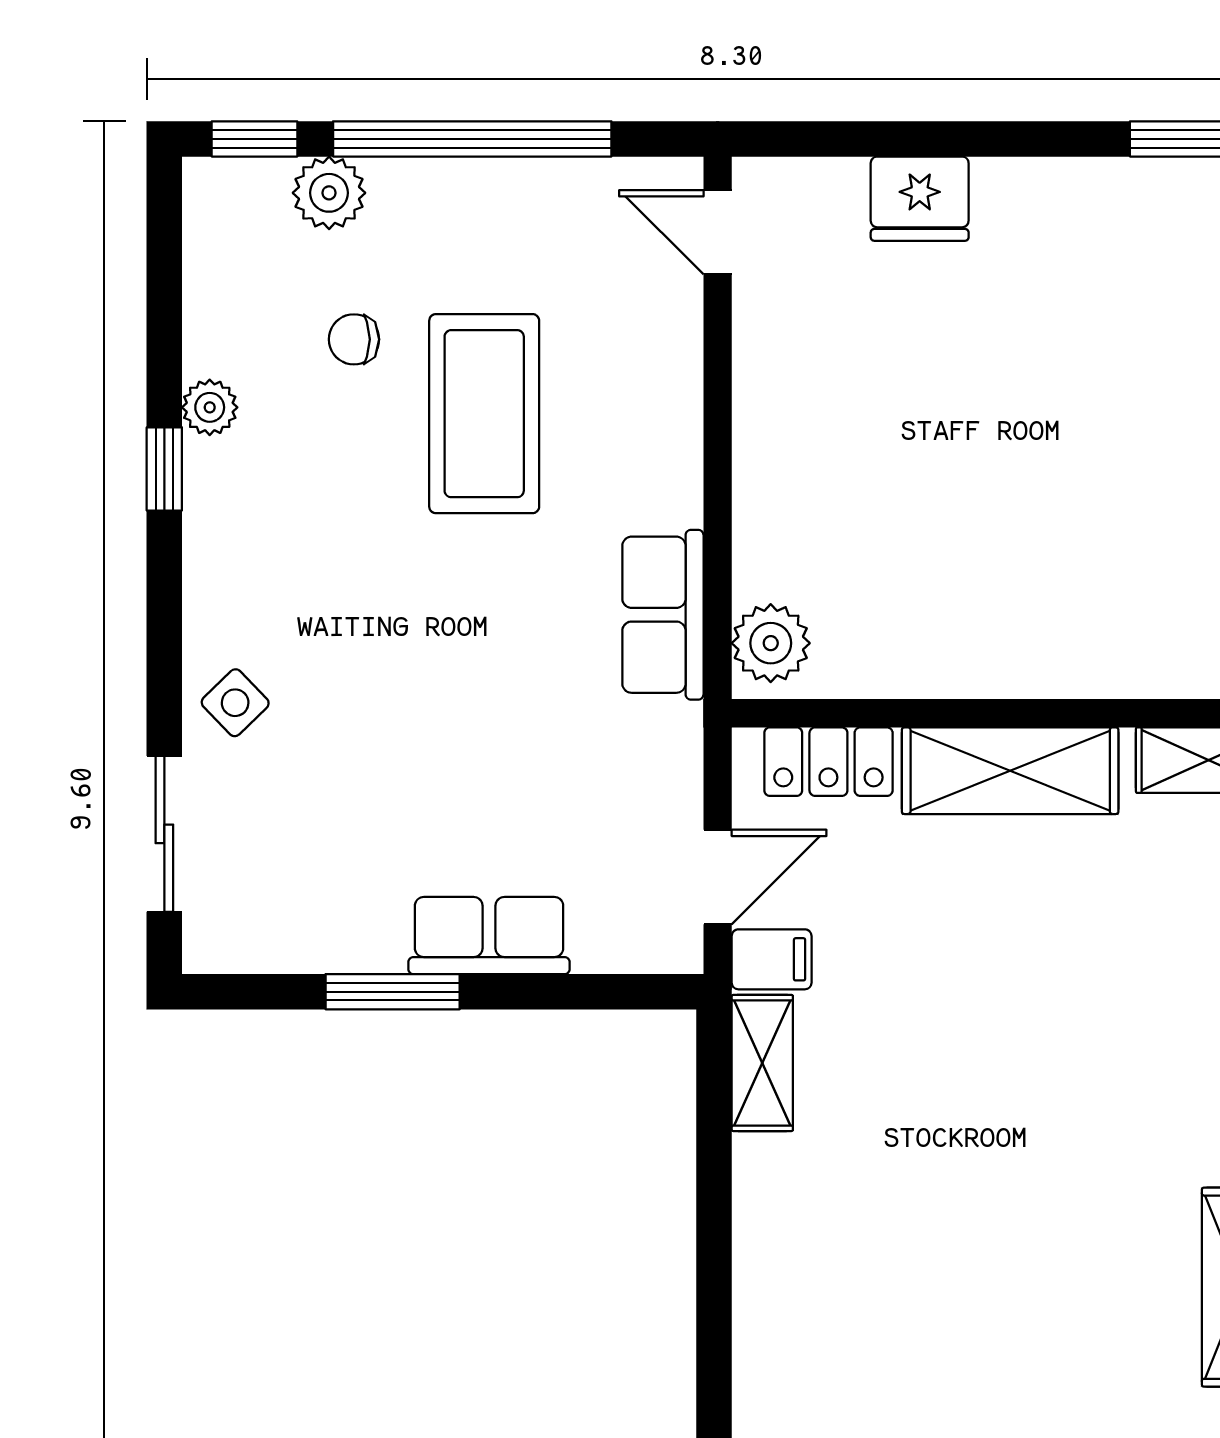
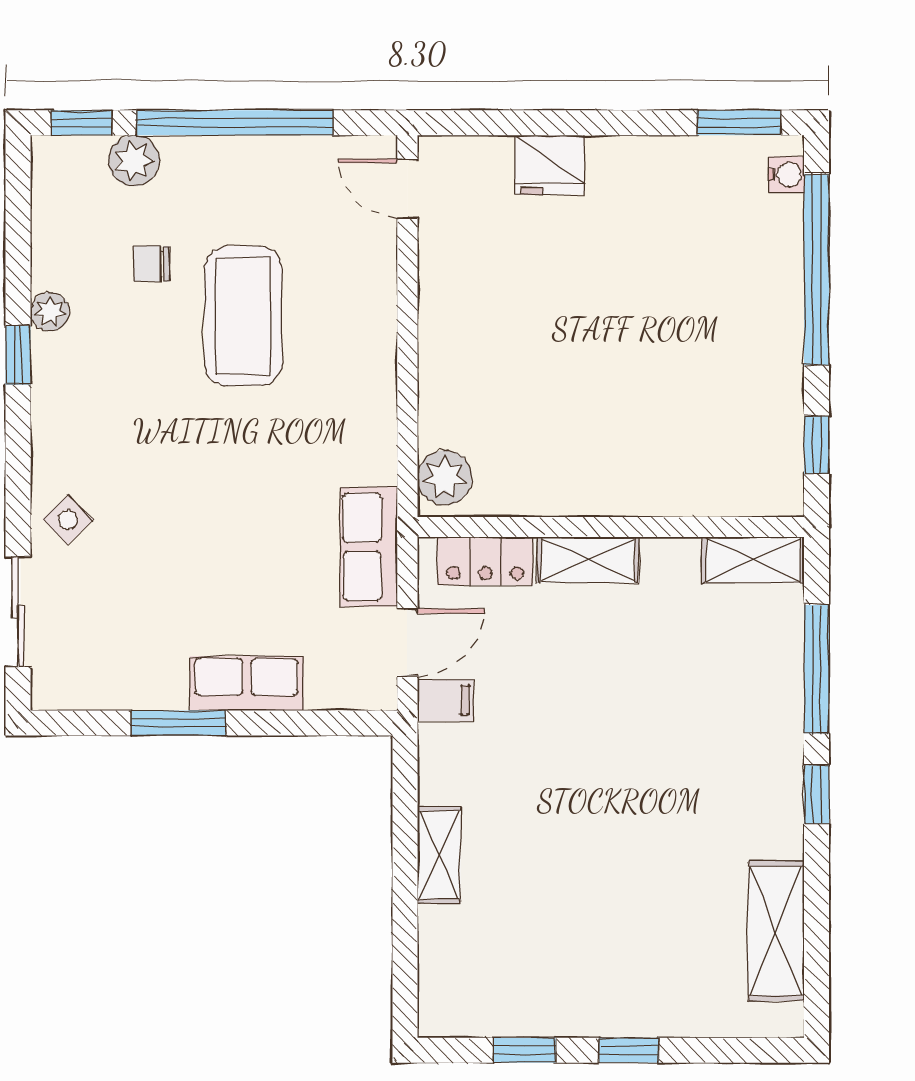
row of seats: (663, 615) -> (369, 547), moved
shelving: (1010, 771) -> (588, 560), width x0.67, depth x0.75
shelving: (762, 1063) -> (439, 855), moved

